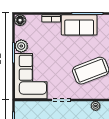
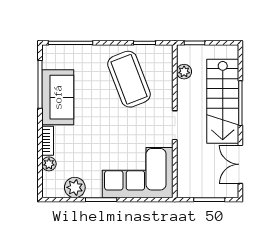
plant: (36, 19) -> (49, 164), added
floor lamp: (20, 20) -> (50, 189), removed
plant: (21, 46) -> (75, 187), moved

